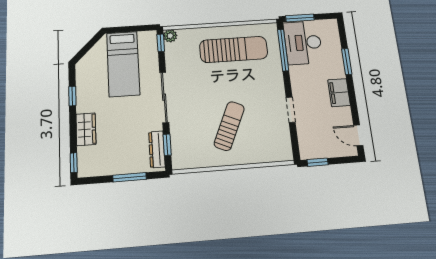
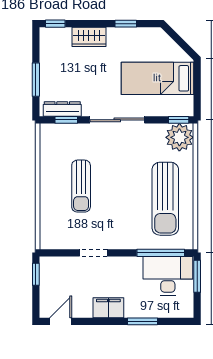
plant: (170, 36) -> (179, 137), width x1.87, depth x1.87
sun lounger: (229, 126) -> (81, 186), turned 66

